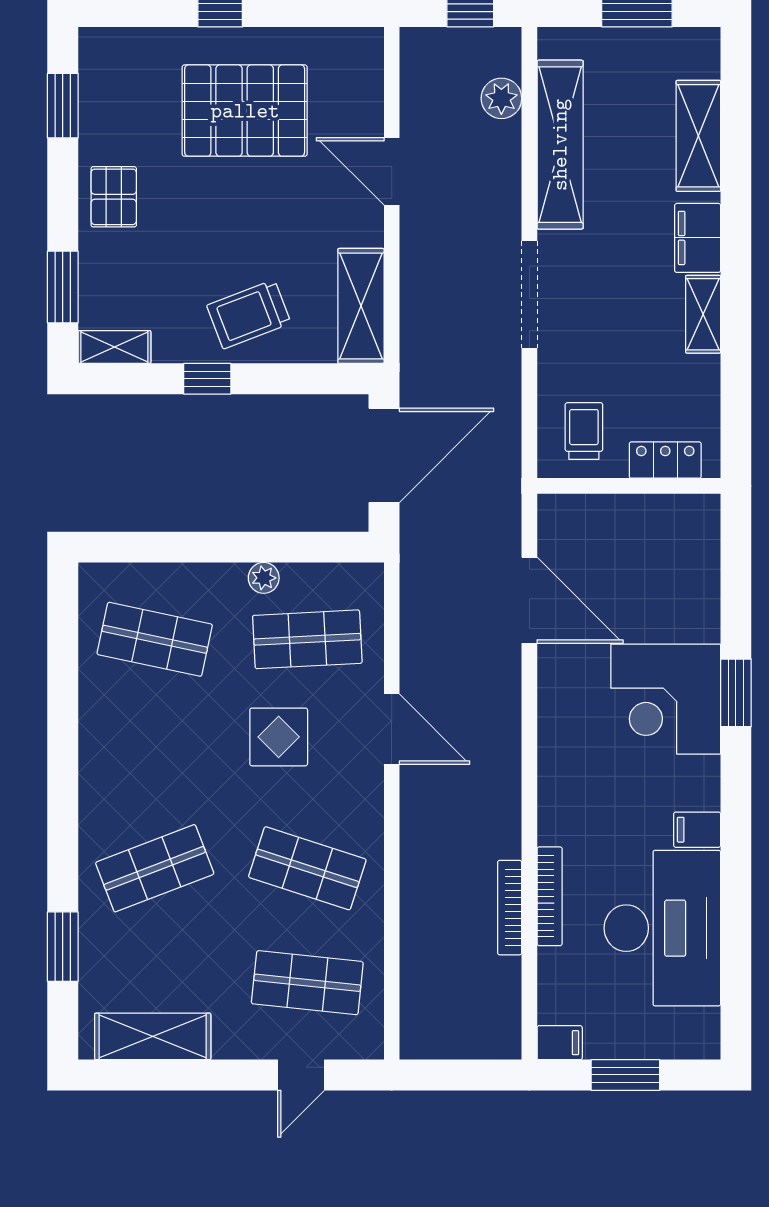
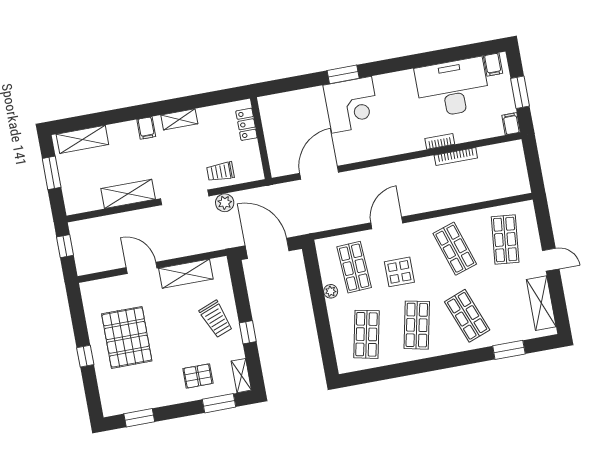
plant: (501, 98) -> (225, 203), moved
shelving: (698, 136) -> (82, 139), moved
shelving: (560, 145) -> (128, 194), width x0.68
door: (392, 171) -> (142, 268), swing flipped
pallet: (114, 197) -> (198, 376), moved
filing cabinet: (698, 238) -> (146, 128), width x0.50
shelving: (361, 306) -> (186, 274), moved
trolley: (584, 431) -> (220, 172), moved
shop shelf: (155, 754) -> (417, 325), added
filing cabinet: (697, 830) -> (493, 65), moved
shop shelf: (307, 868) -> (455, 249), turned -36
bookcase: (550, 896) -> (440, 141), width x0.64
door: (301, 1075) -> (551, 260), moved

